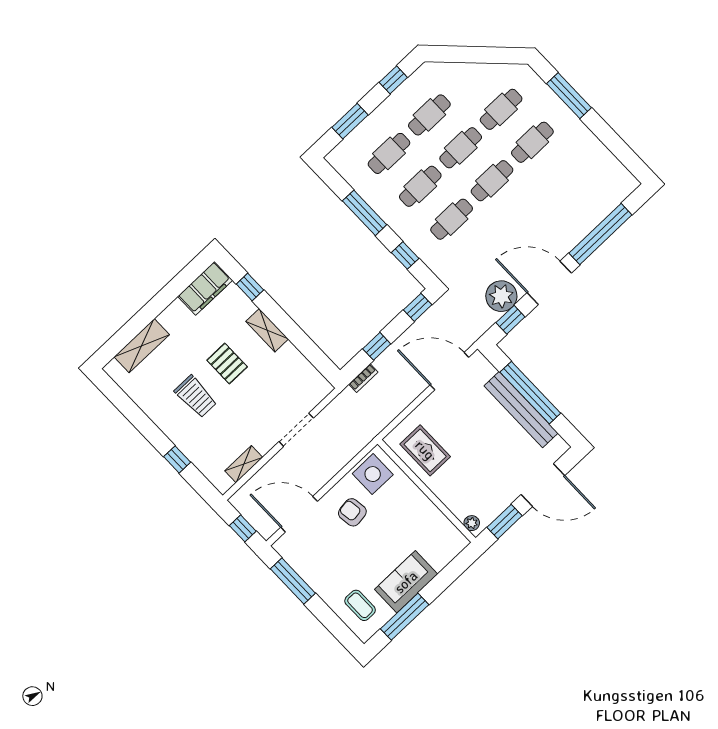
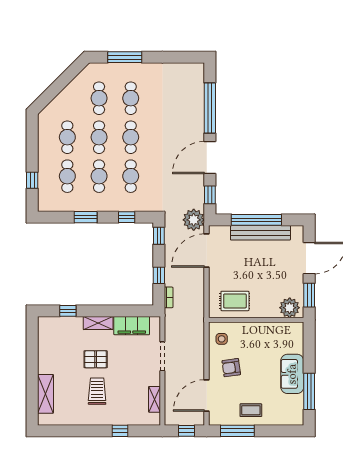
window: (393, 80) -> (32, 139), removed
window: (350, 121) -> (32, 180), width x0.67
window: (365, 213) -> (86, 217), width x0.69
filing cabinet: (205, 288) -> (132, 326), moved, turned 90
plant: (501, 296) -> (194, 220), moved
trolley: (196, 396) -> (97, 391), turned -90
side table: (373, 474) -> (222, 339), width x0.54, depth x0.54
plant: (472, 523) -> (290, 308), width x1.87, depth x1.87
coffee table: (360, 605) -> (251, 410), moved

